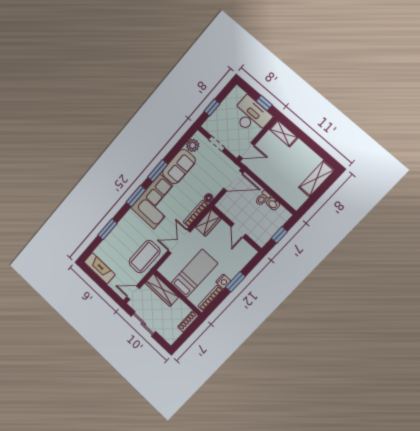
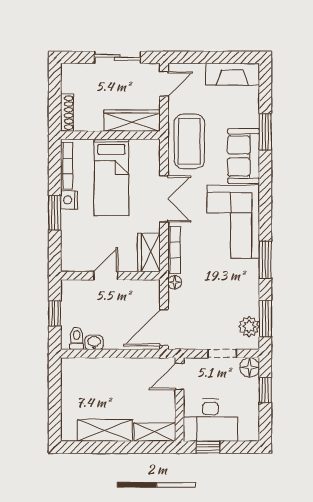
floor lamp: (210, 125) -> (250, 367), added
sofa: (179, 167) -> (244, 156), moved
shelving: (317, 179) -> (105, 430), moved, turned 90
window: (136, 196) -> (265, 319), moved
toilet: (263, 198) -> (77, 338), moved
door: (238, 231) -> (106, 276), hinge flipped

